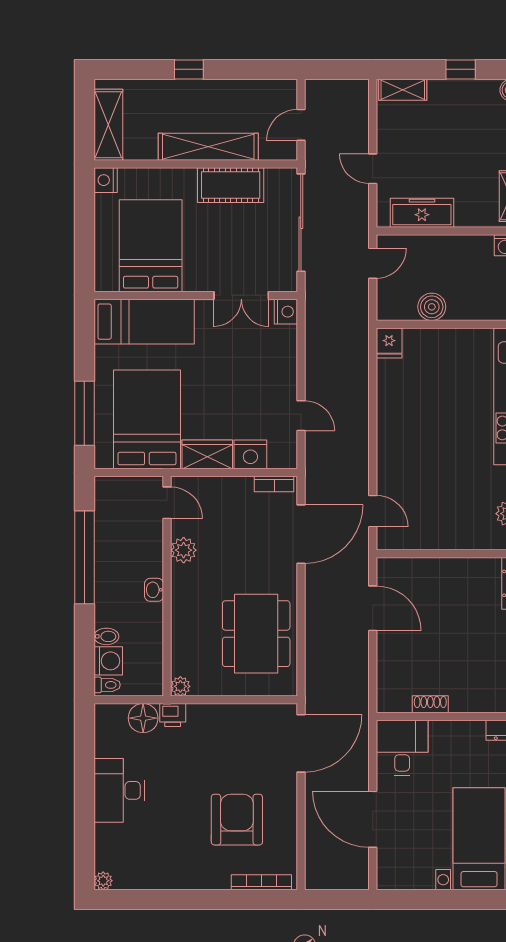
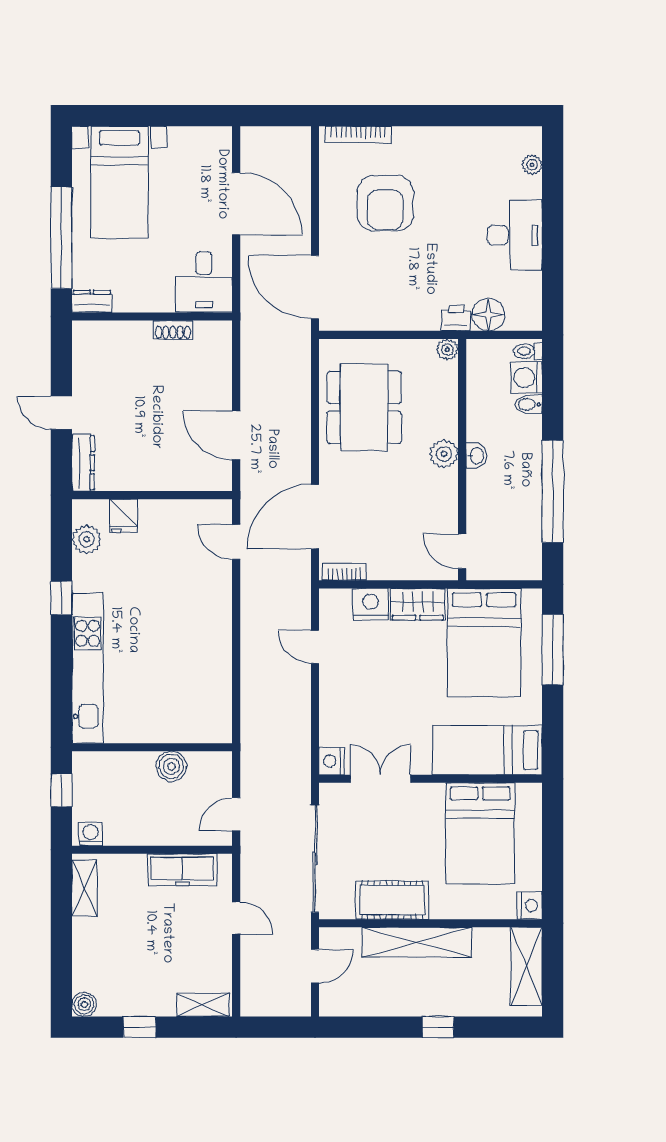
fridge: (389, 343) -> (124, 516), moved, turned 180
plant: (184, 550) -> (444, 454), moved
door: (301, 743) -> (315, 287), hinge flipped
plant: (103, 881) -> (532, 165), moved

